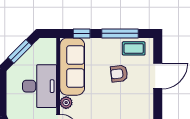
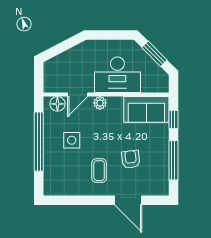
coffee table: (134, 48) -> (99, 171), moved
sofa: (72, 67) -> (146, 109), width x0.73

